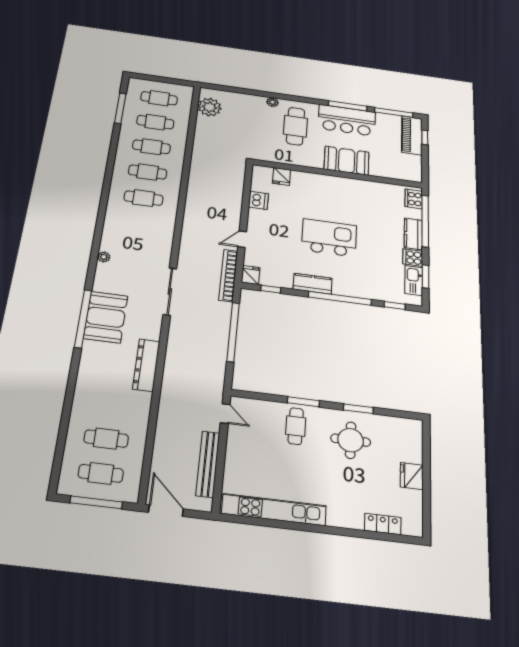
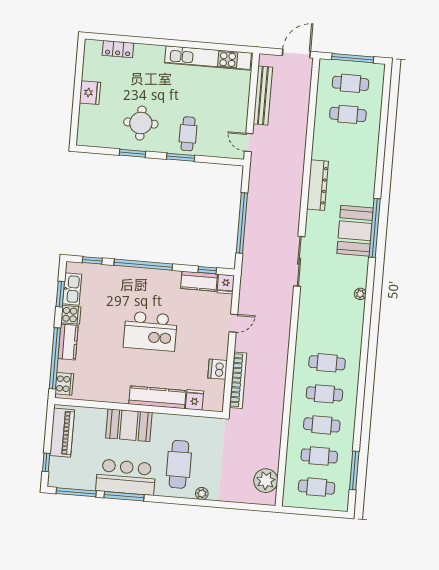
piano: (412, 135) -> (62, 433), moved
kitchen counter: (319, 181) -> (157, 397), added
bookcase: (228, 275) -> (238, 380), moved
kitchen counter: (313, 284) -> (199, 281), moved
door: (166, 511) -> (296, 53), swing flipped

